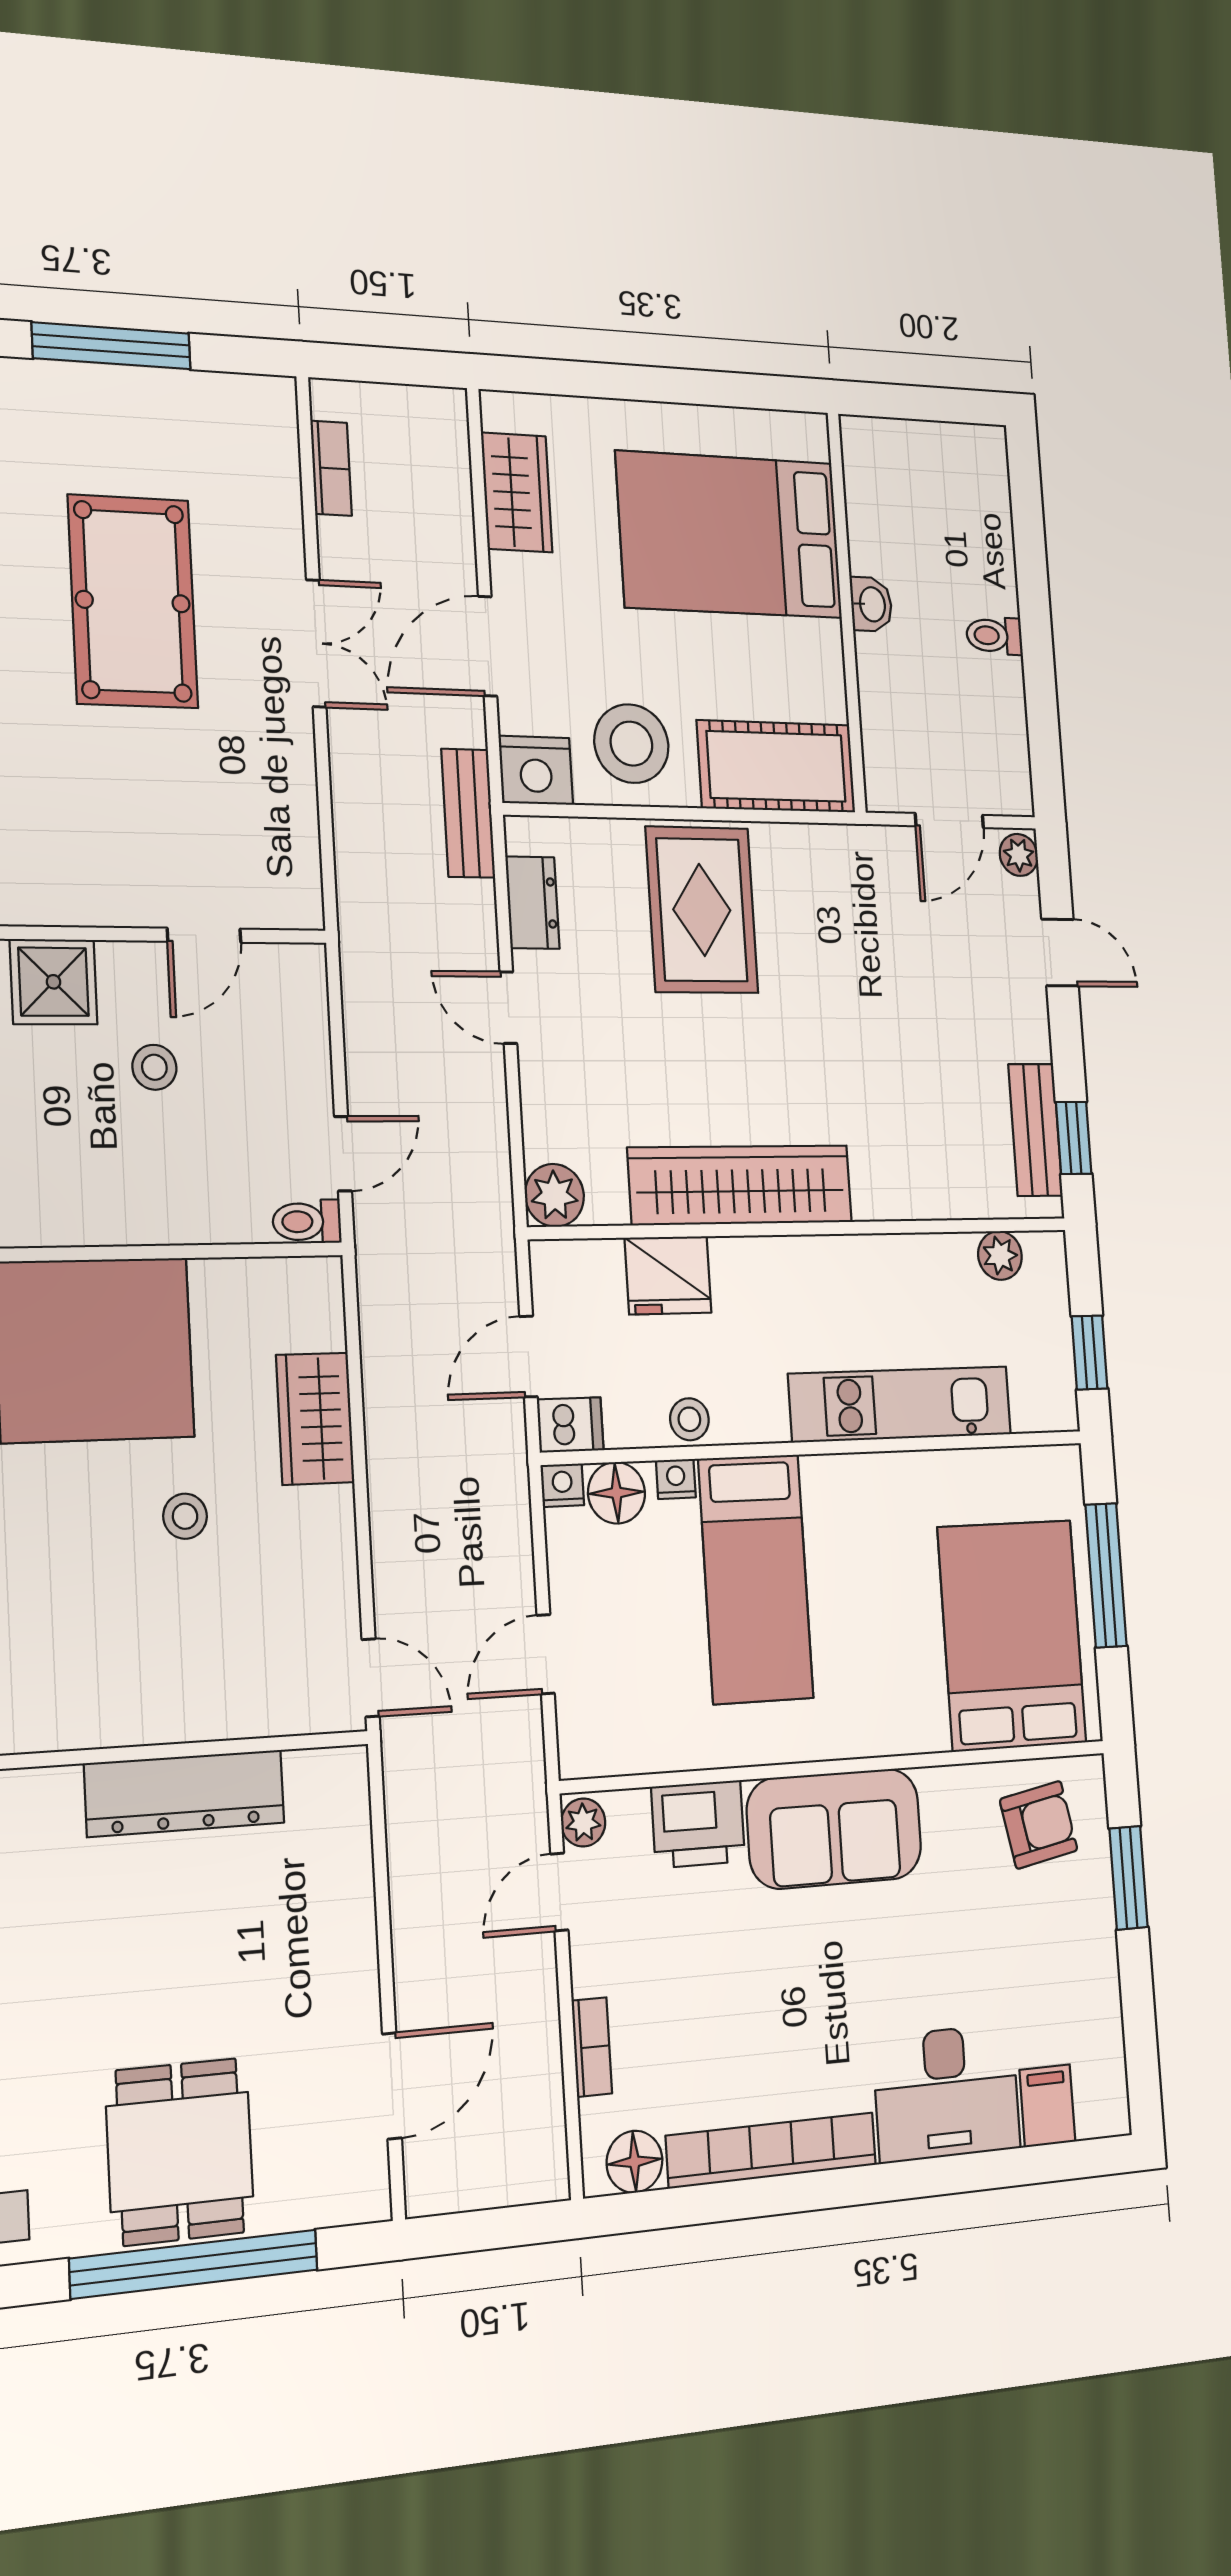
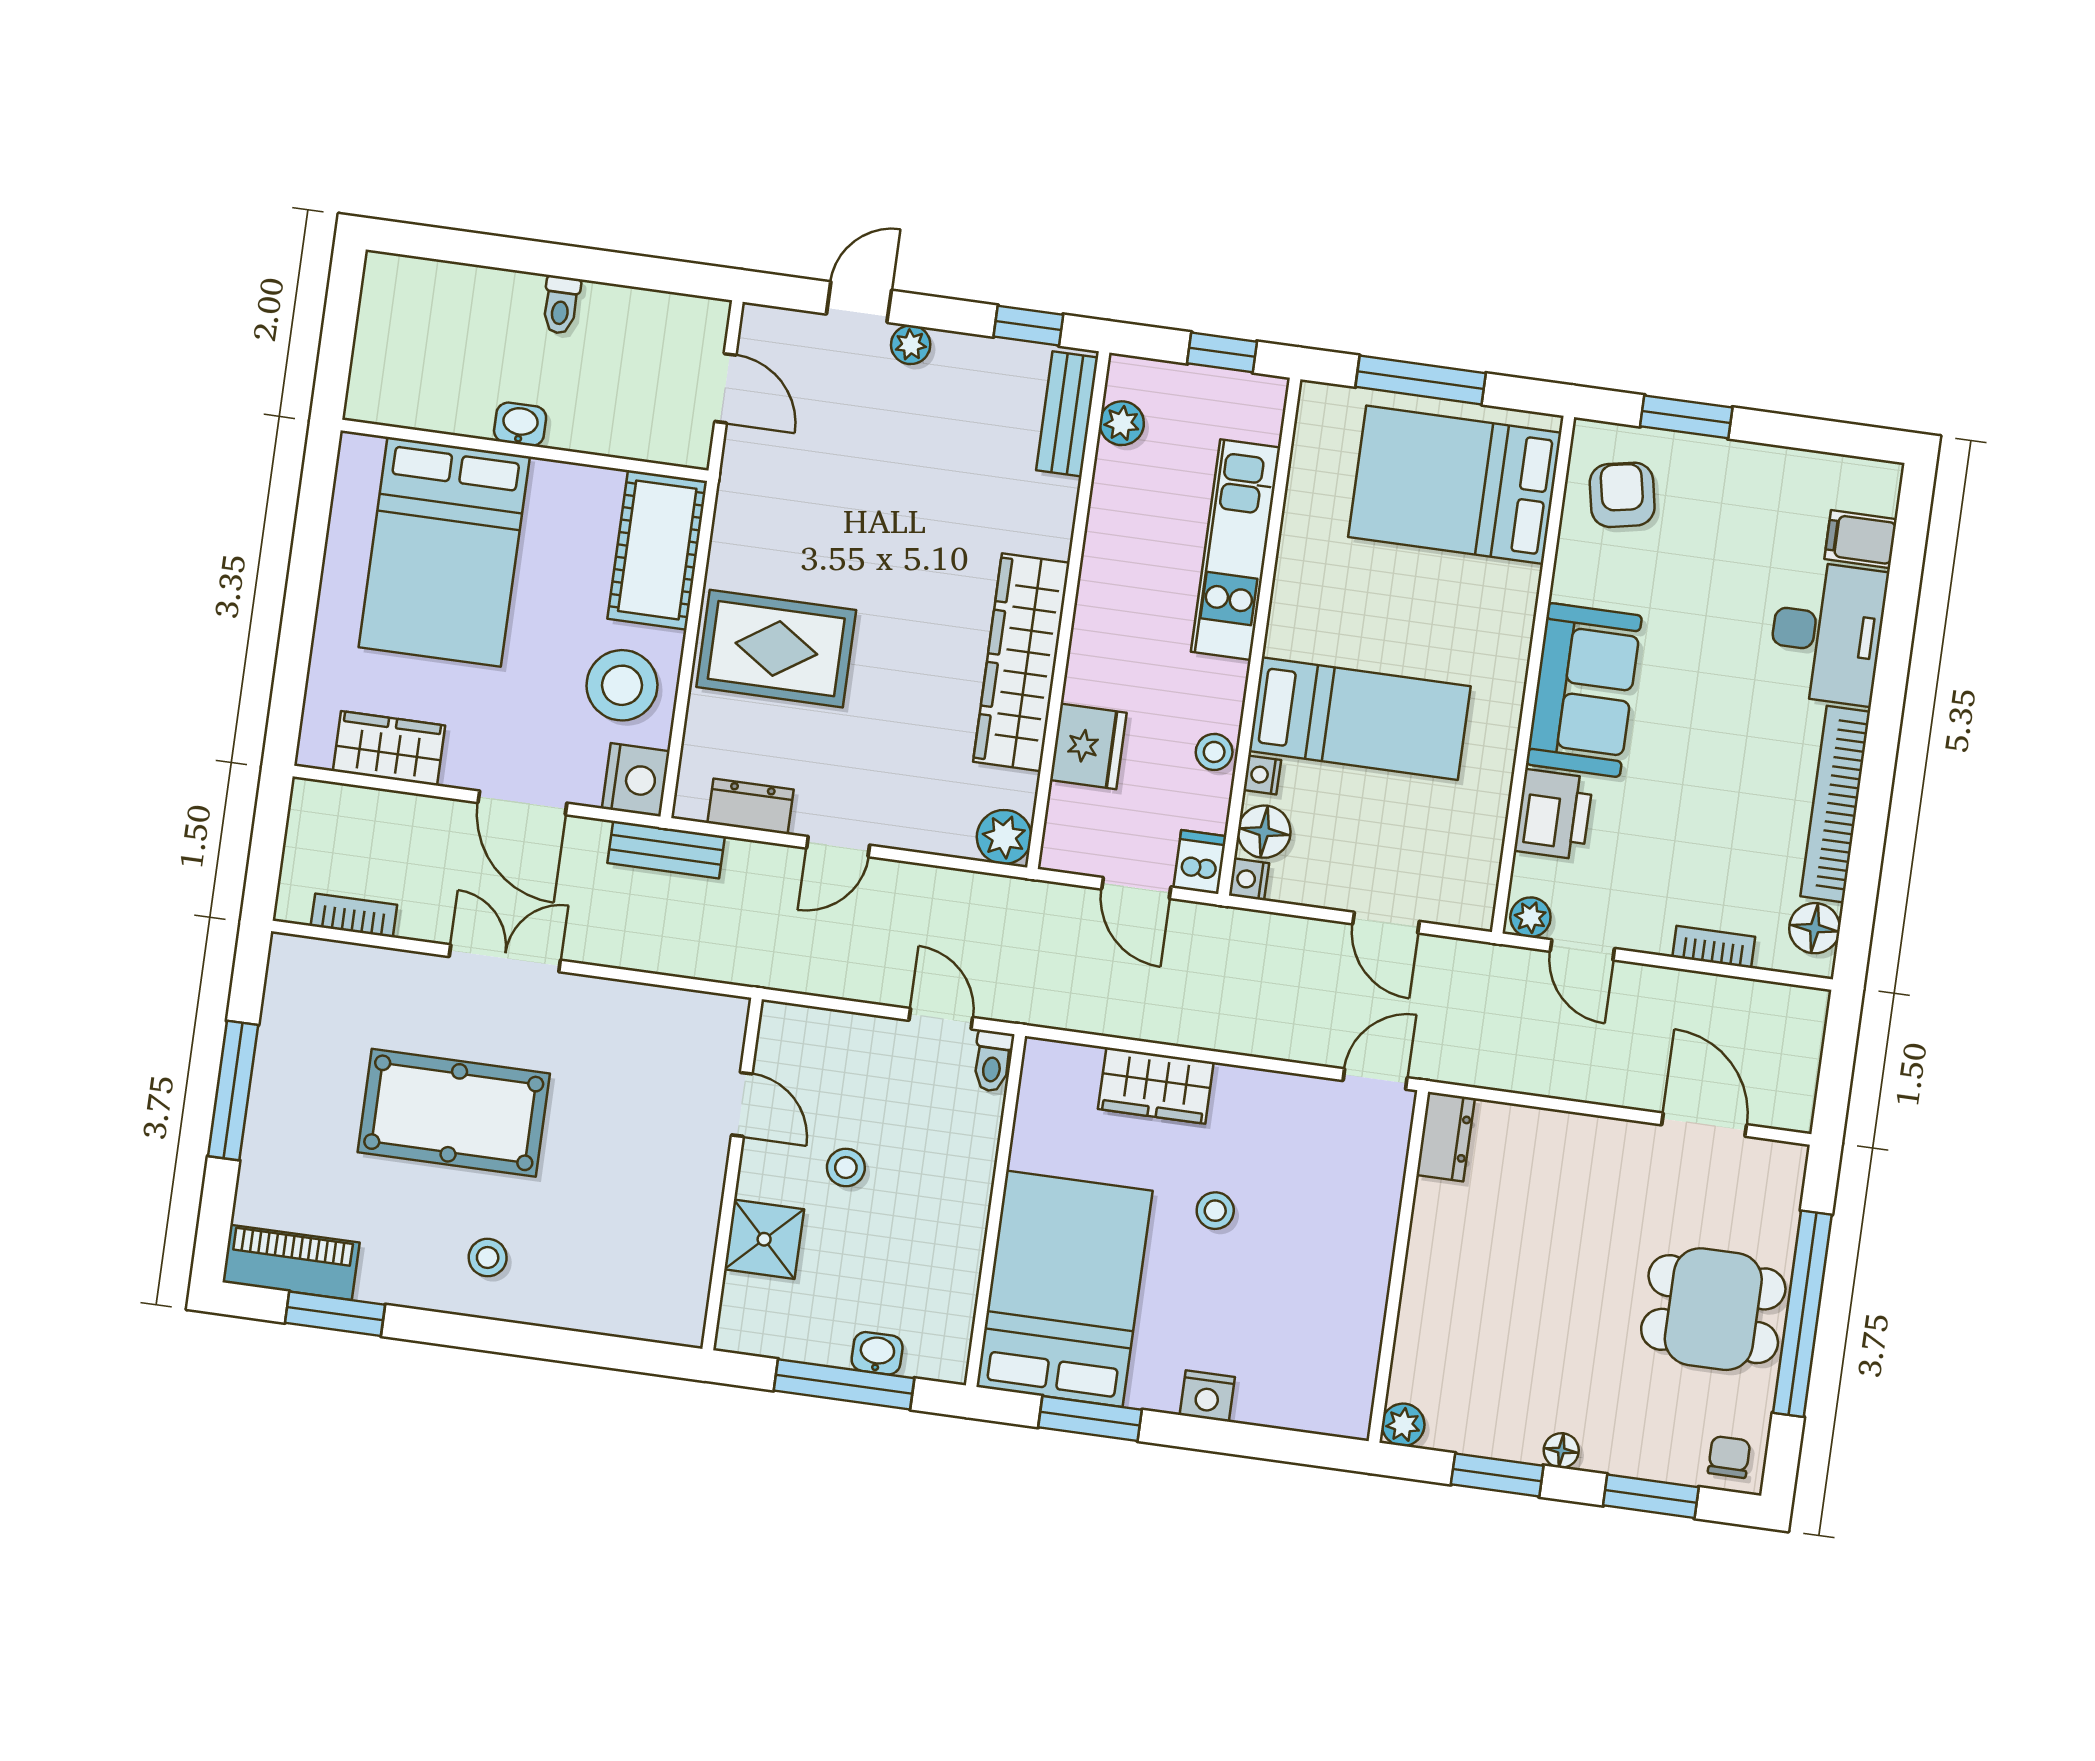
plant: (1019, 855) -> (911, 345), moved
bench: (1035, 1130) -> (1067, 414), moved, turned 90
dresser: (185, 1793) -> (1446, 1137), moved, width x0.51, depth x0.80

